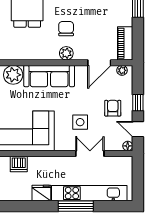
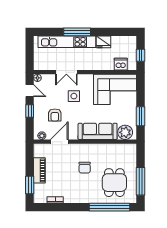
piano: (125, 43) -> (39, 170), moved
plant: (66, 53) -> (84, 149), removed
armchair: (113, 108) -> (55, 115), moved

